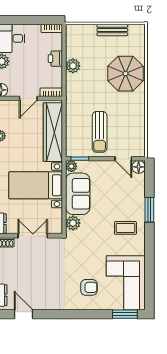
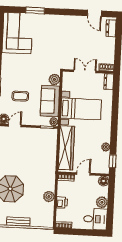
sun lounger: (100, 132) -> (32, 146), removed
door: (123, 159) -> (15, 126), hinge flipped
coffee table: (125, 228) -> (20, 96), moved
double door: (33, 236) -> (85, 71), swing flipped
armchair: (89, 287) -> (45, 31), removed
window: (125, 314) -> (35, 11), moved

